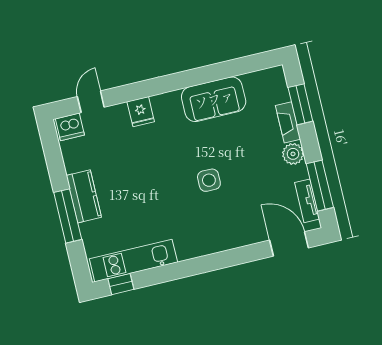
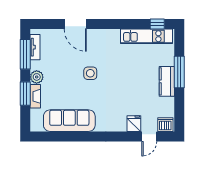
sofa: (214, 99) -> (69, 121), width x1.36
window: (300, 104) -> (25, 94), moved
fridge: (141, 112) -> (134, 124), moved
door: (289, 244) -> (75, 24), moved

